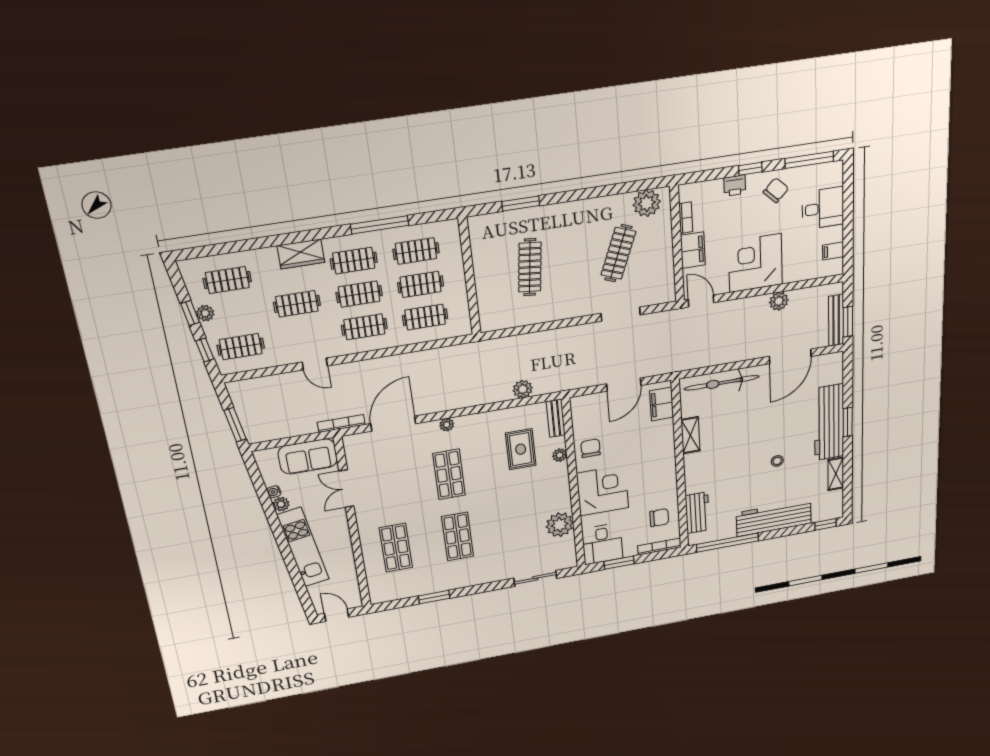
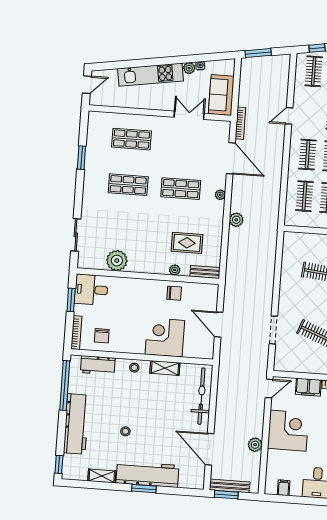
plant: (523, 389) -> (236, 220), moved
filing cabinet: (662, 404) -> (196, 350), removed
stool: (695, 471) -> (134, 368), added
corner desk: (603, 491) -> (165, 337), moved, turned 180

